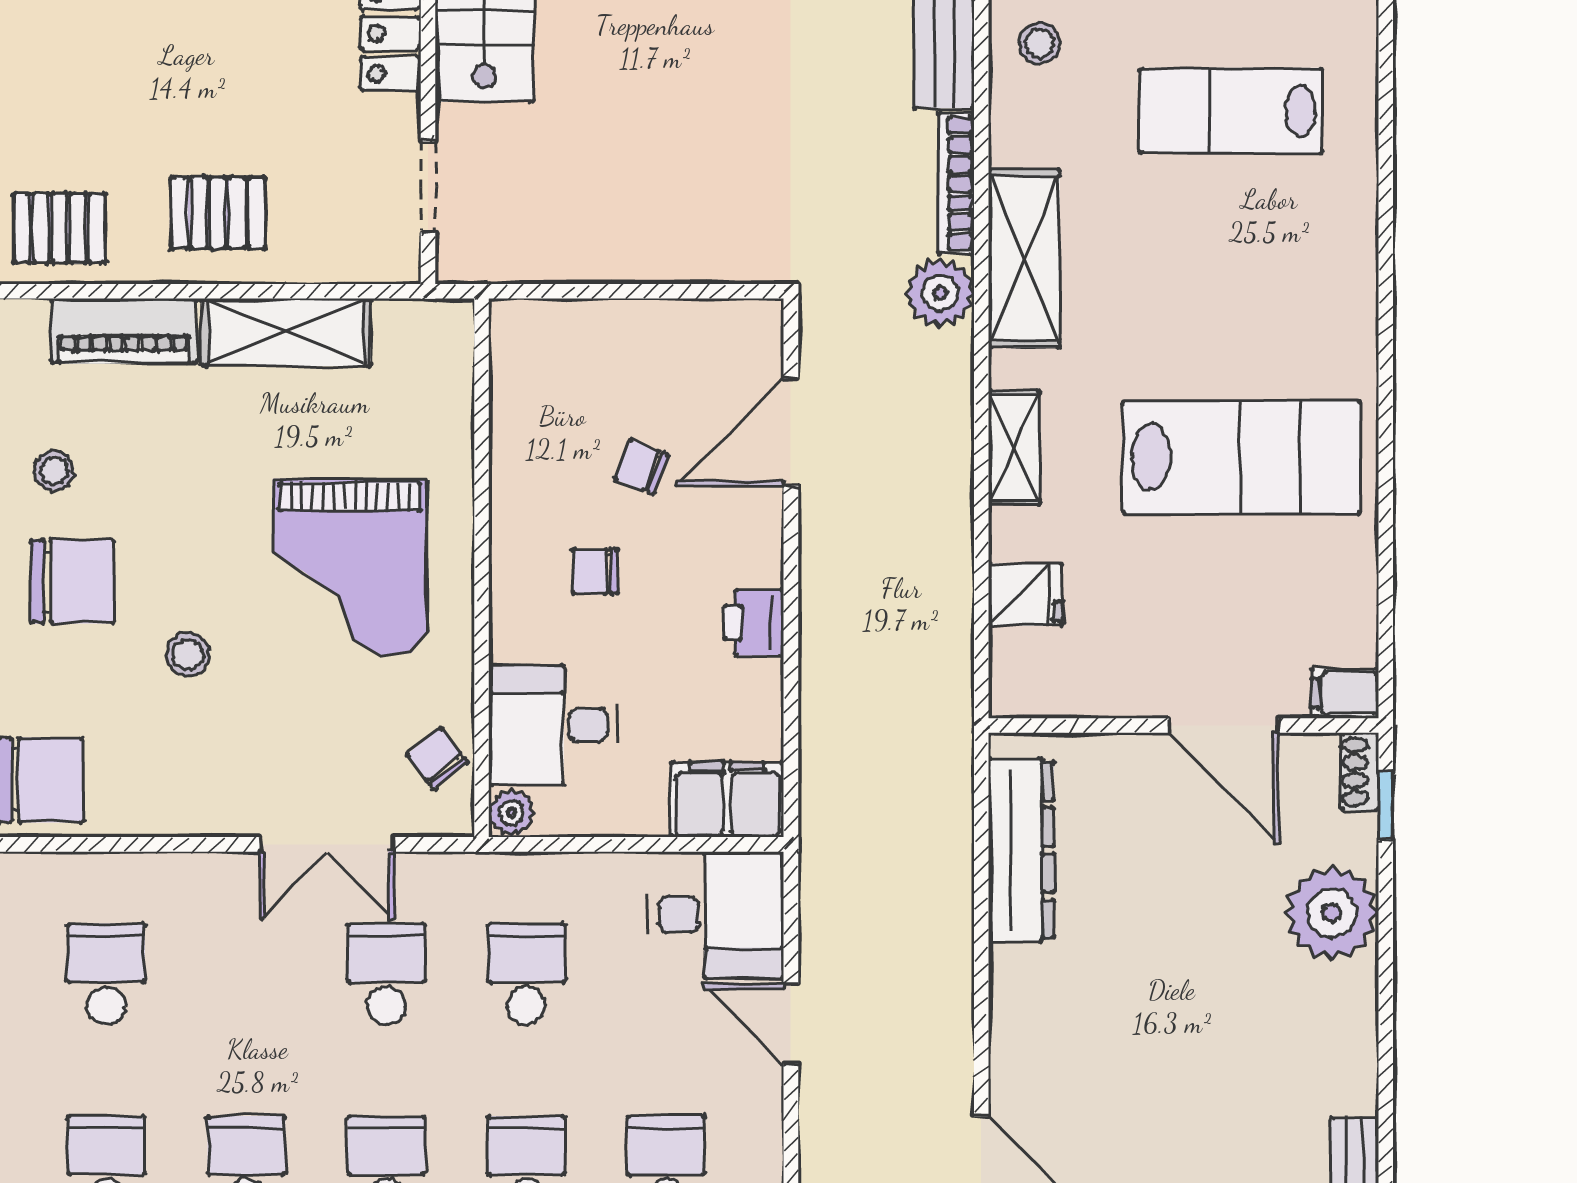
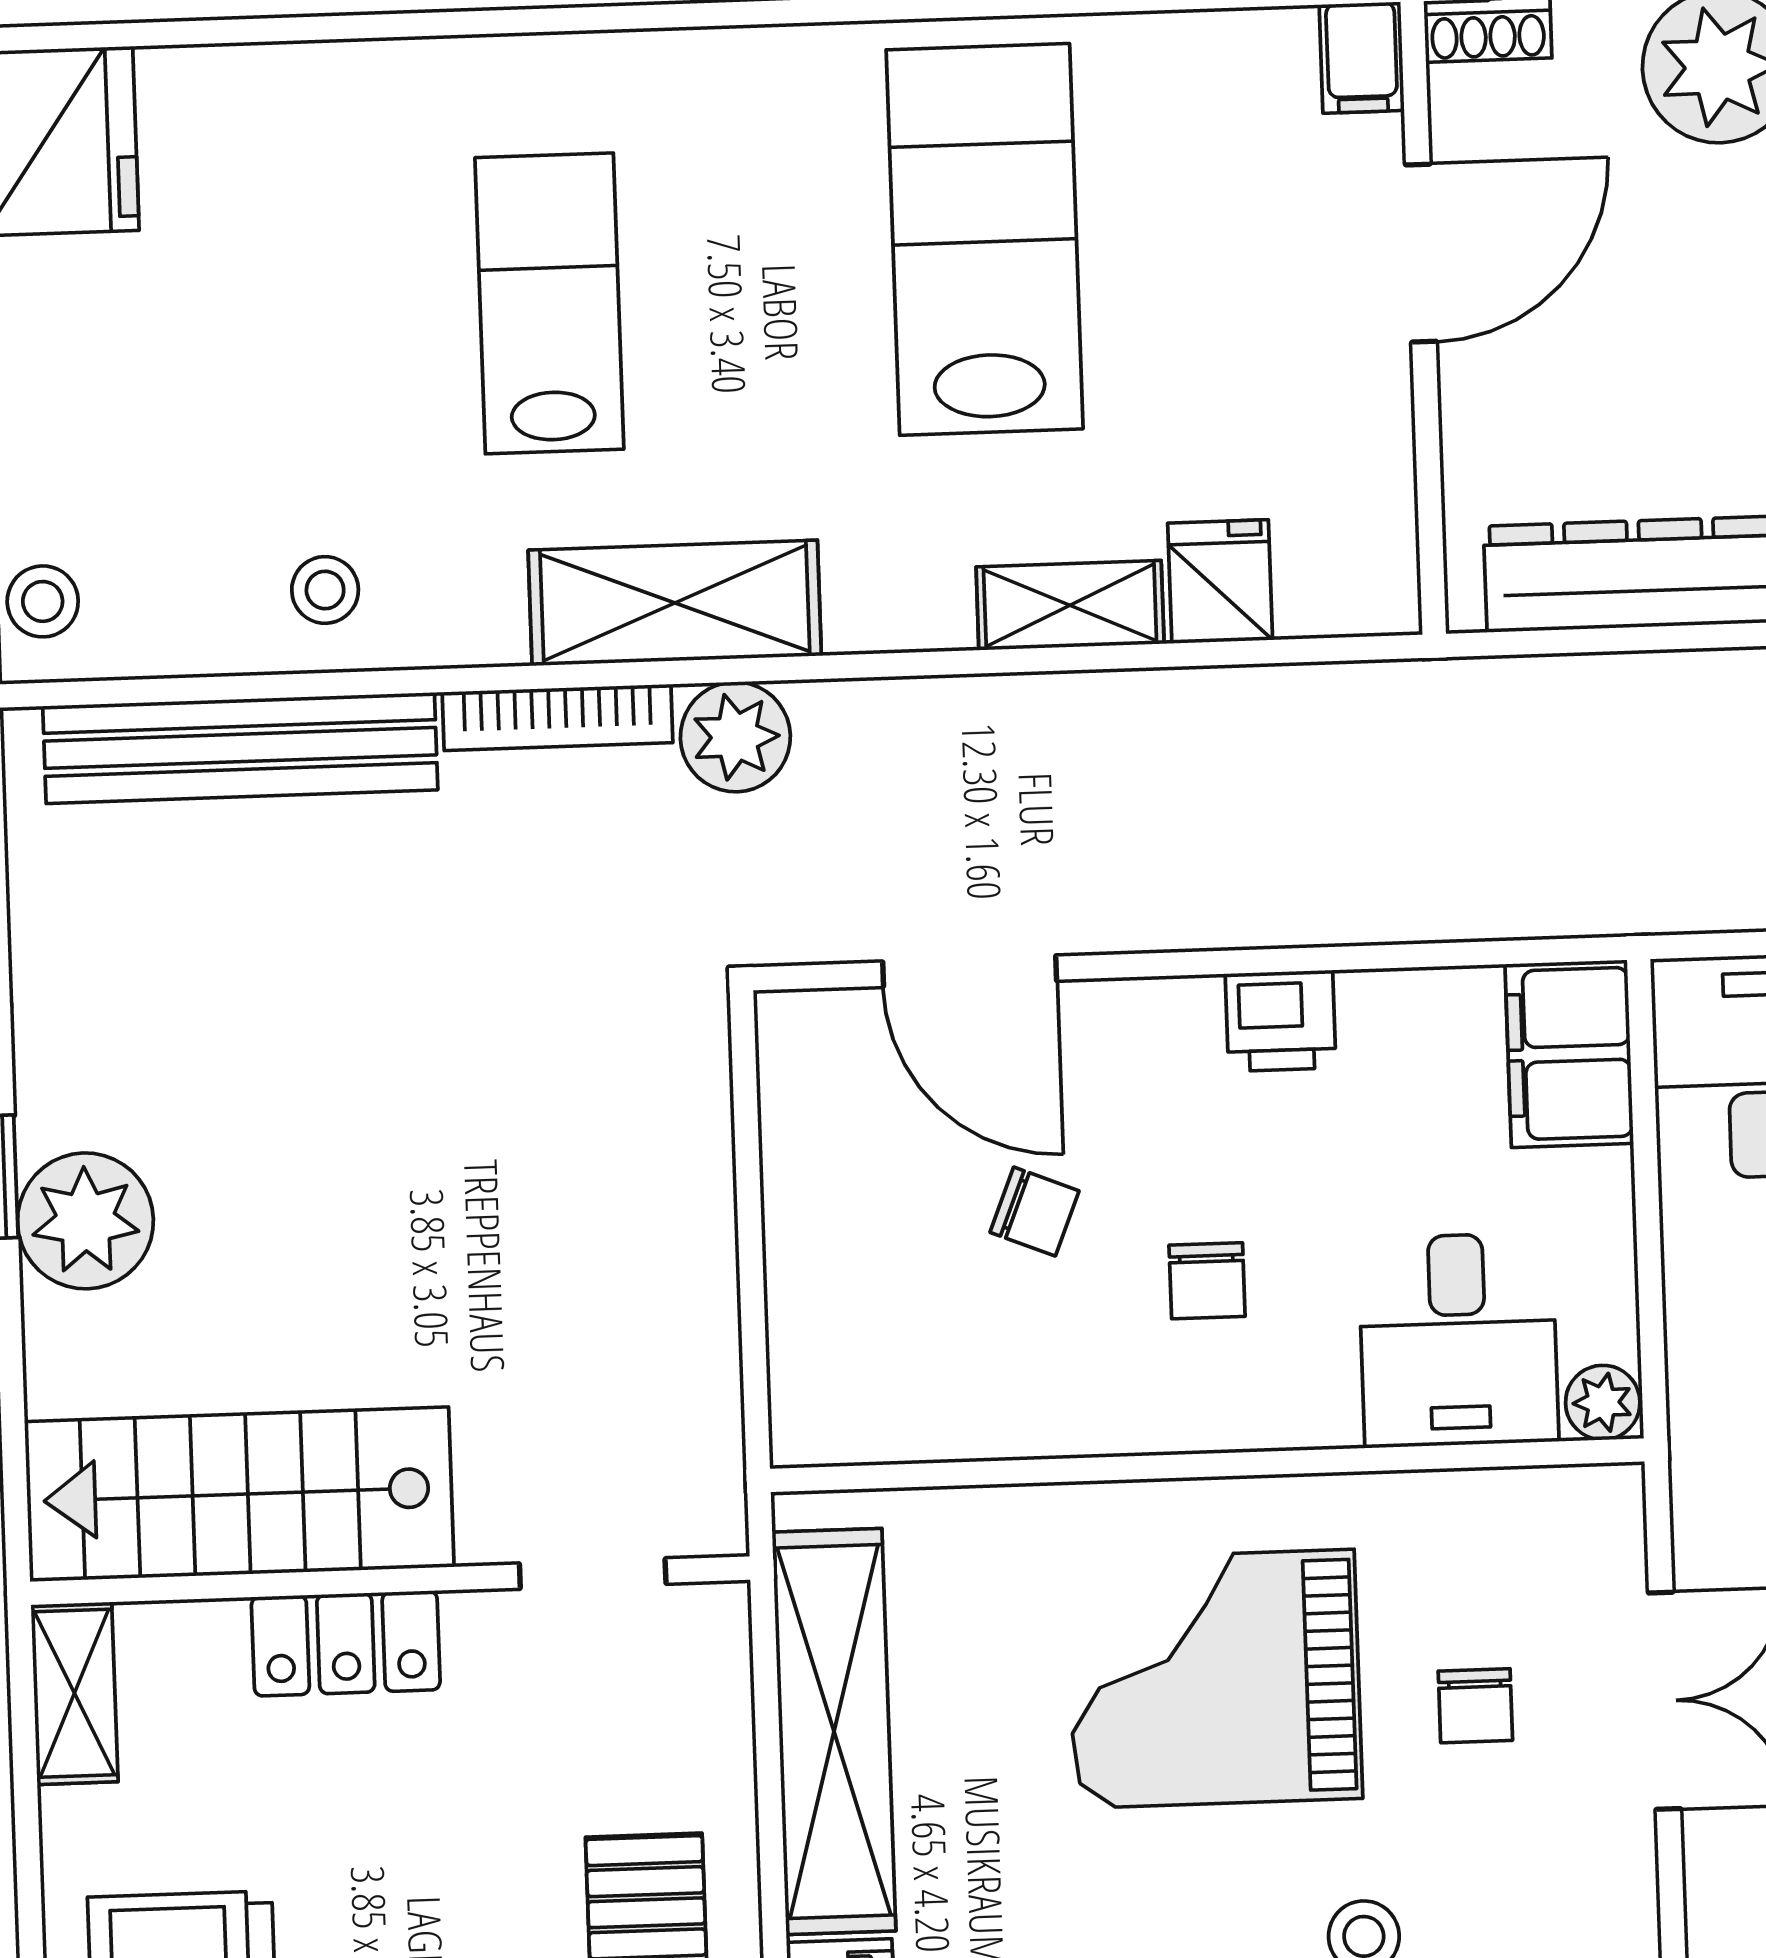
lab bench: (1231, 111) -> (549, 303), moved, turned 180
shelving: (286, 332) -> (834, 1731), width x1.47
shelving: (1014, 447) -> (1070, 605), moved
chair: (641, 467) -> (1034, 1212), turned -89
grand piano: (350, 568) -> (1215, 1679), turned 180
chair: (437, 759) -> (1475, 1706), moved, turned -52

